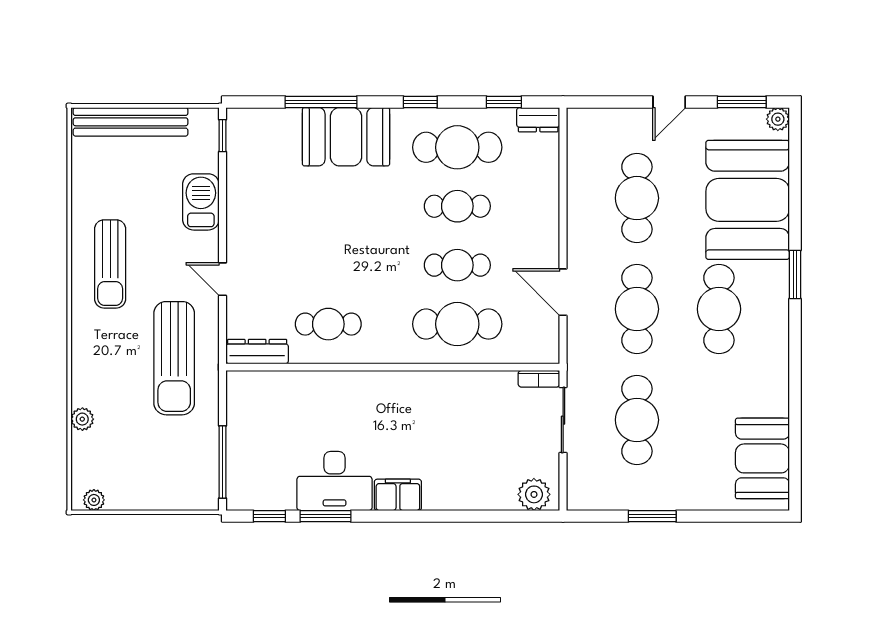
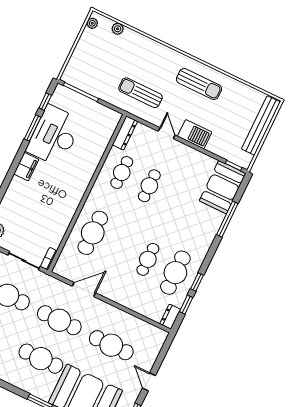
window: (420, 102) -> (197, 282), moved
booth: (346, 137) -> (223, 187), moved
barbecue: (201, 202) -> (195, 134), moved
sun lounger: (110, 264) -> (199, 84), turned 180
cafe table: (457, 265) -> (149, 186), moved
door: (223, 279) -> (167, 133), hinge flipped
sun lounger: (174, 358) -> (140, 93), width x0.73, depth x0.75
plant: (82, 419) -> (118, 29), moved
desk: (335, 481) -> (54, 136), width x1.36, depth x1.30

